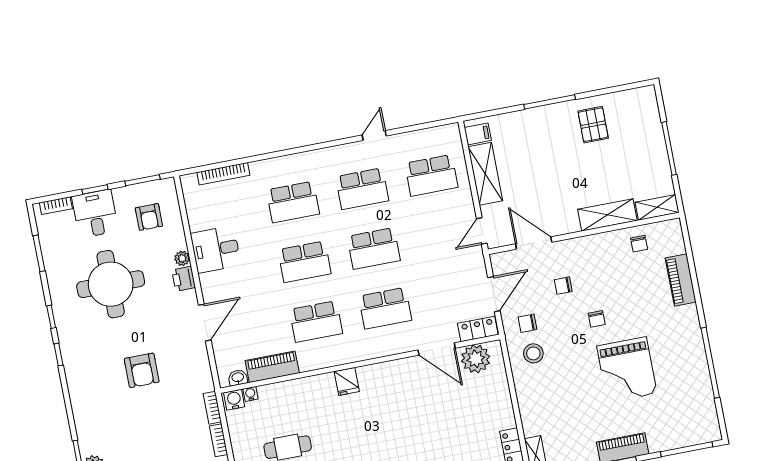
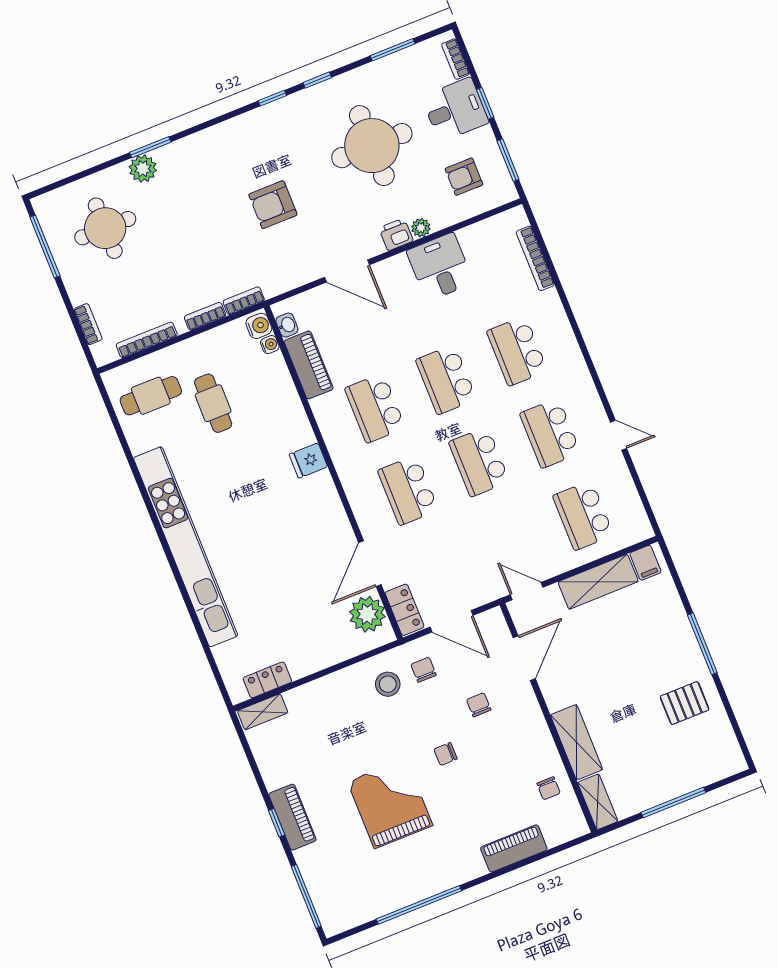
chair: (639, 244) -> (549, 788), turned -90
grand piano: (627, 370) -> (390, 803), turned 90

